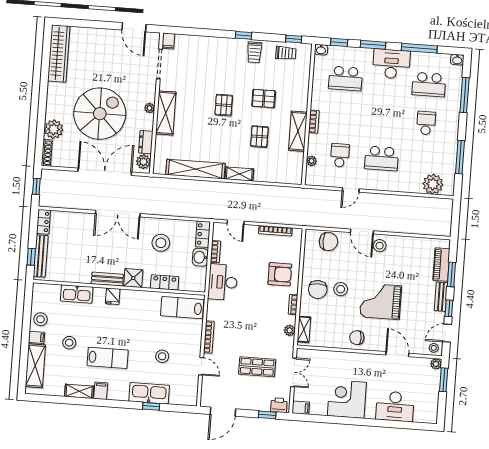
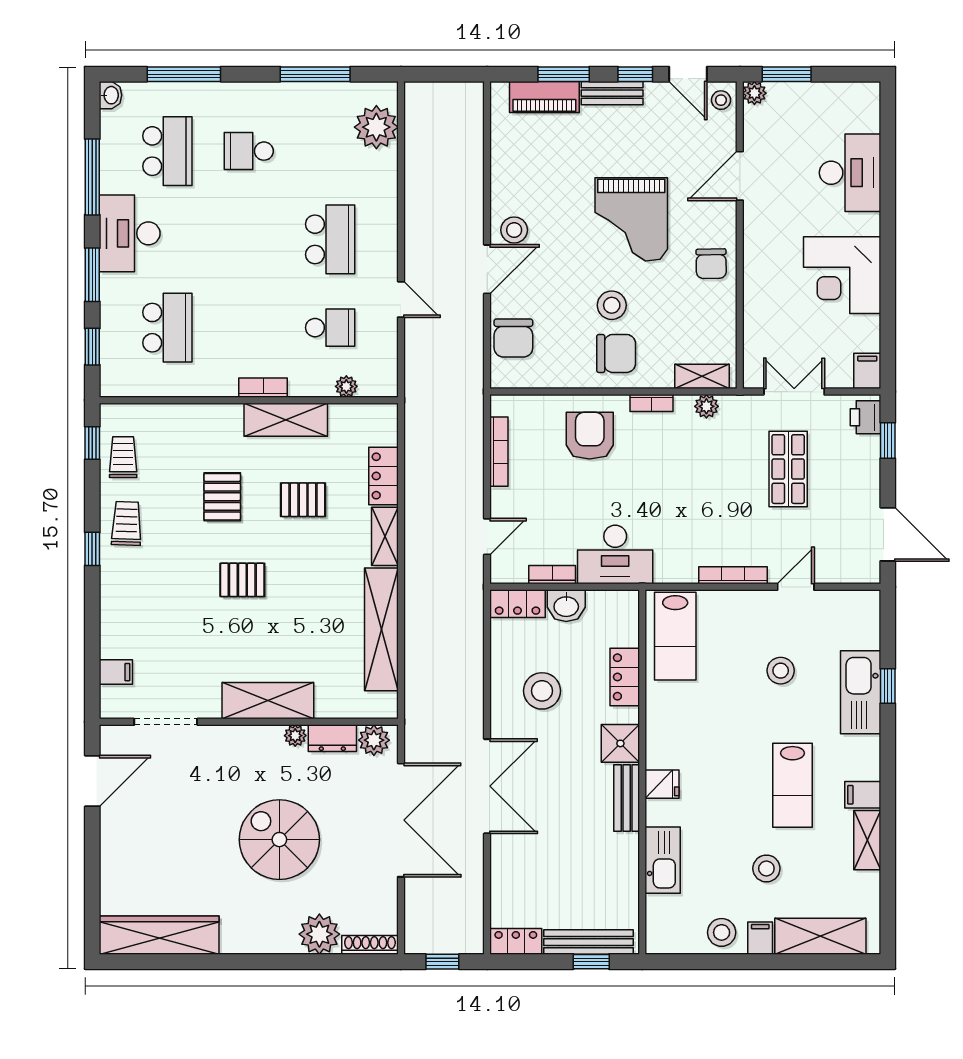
filing cabinet: (168, 41) -> (116, 672), moved
washbasin: (321, 50) -> (110, 384), removed
trolley: (254, 52) -> (127, 523), turned -88
plant: (150, 108) -> (295, 736), moved
spiral stairs: (100, 114) -> (279, 840), width x0.73, depth x0.73
school desk: (340, 155) -> (330, 328), turned 180
double door: (105, 172) -> (401, 820), swing flipped
locker: (268, 175) -> (384, 476), added
chair: (329, 242) -> (513, 338), turned 180
lab bench: (108, 358) -> (792, 785), turned 180

